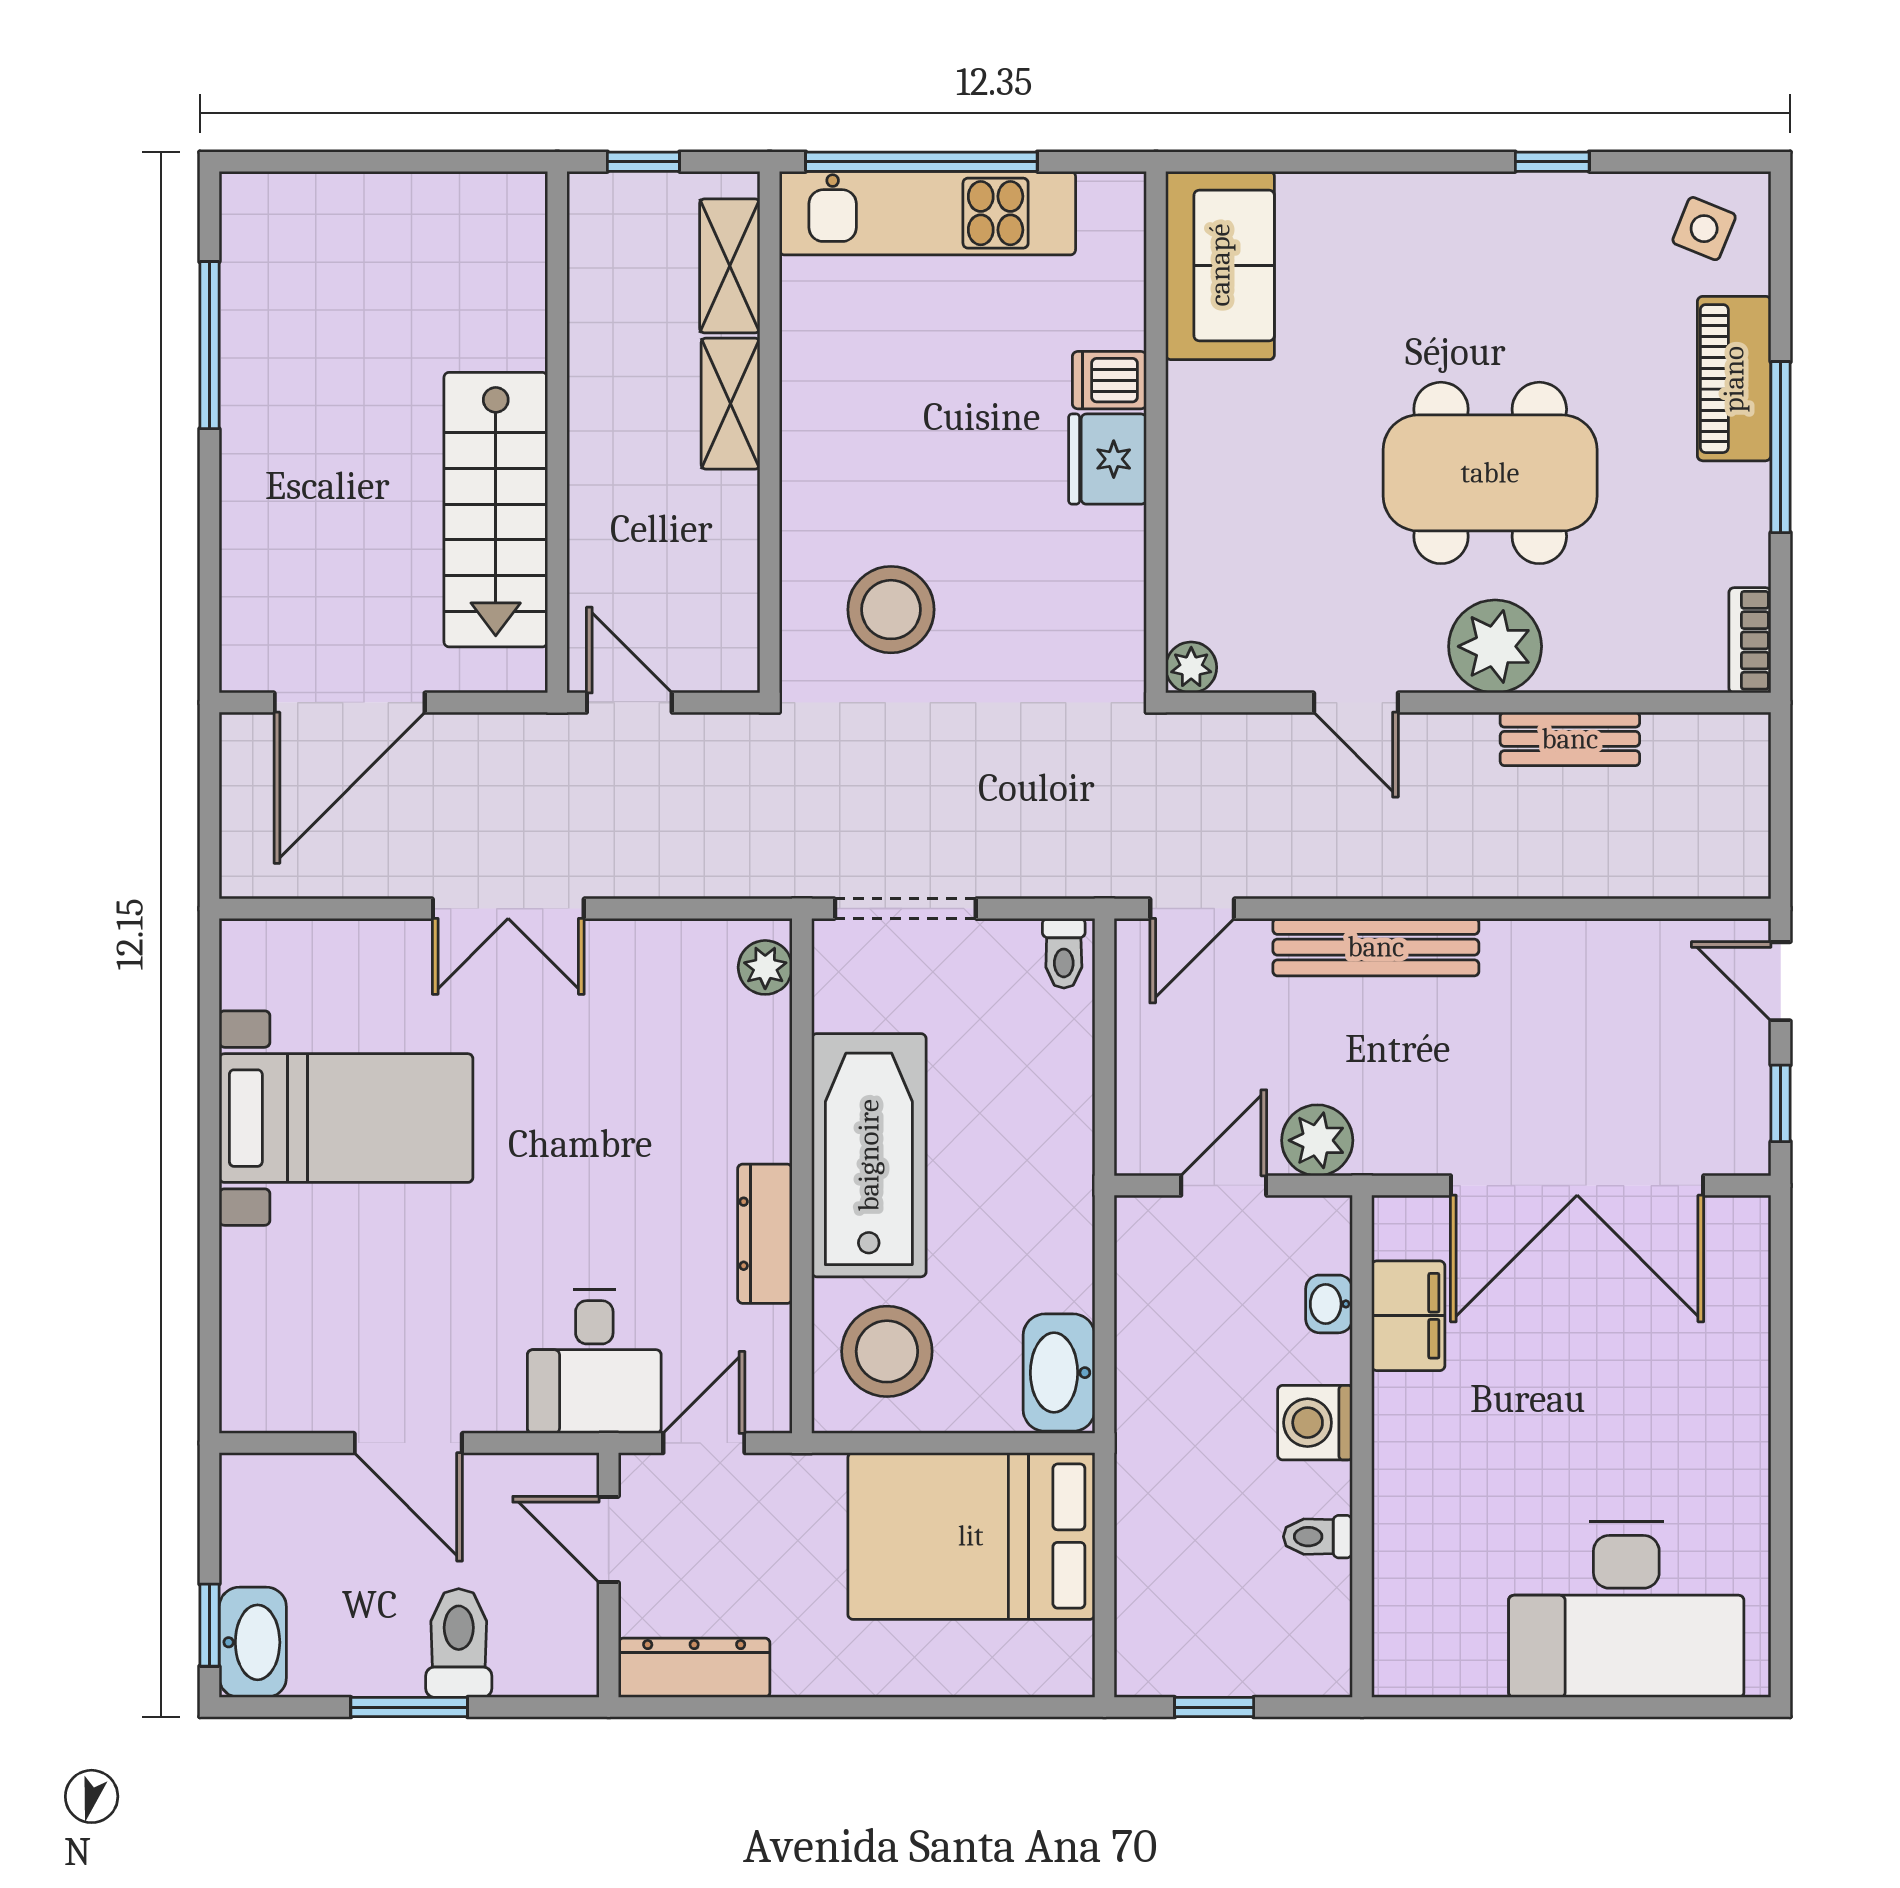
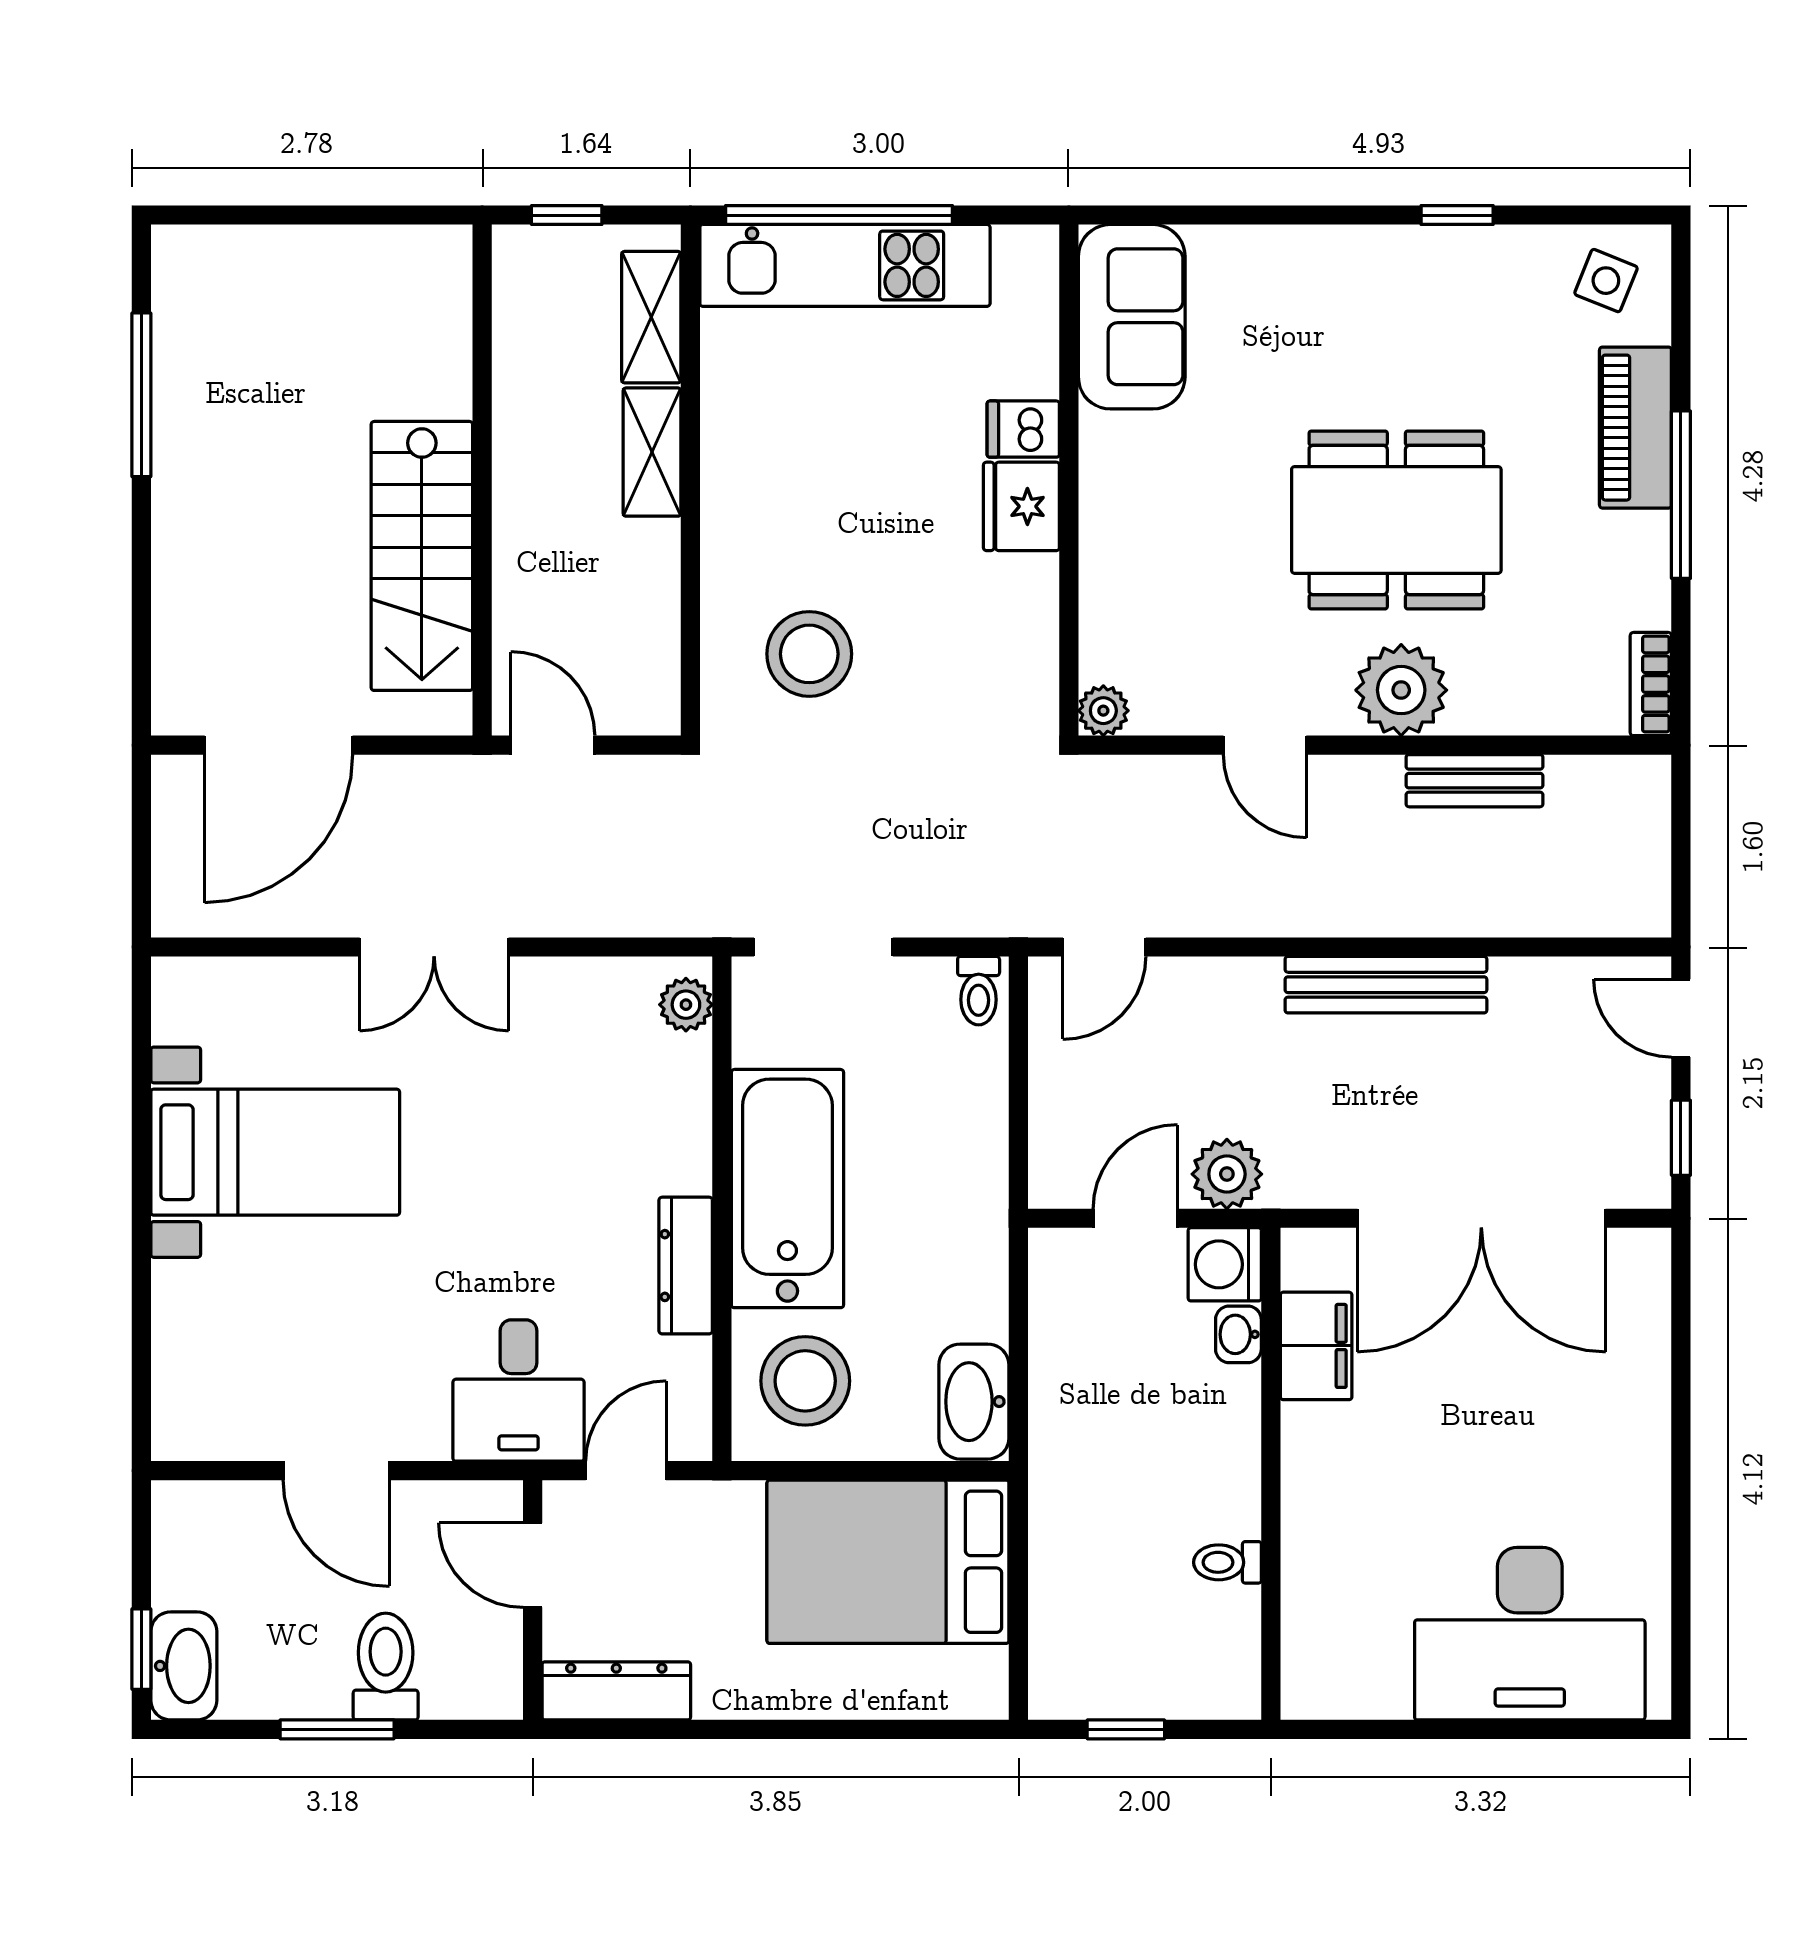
bench: (1376, 947) -> (1386, 985), moved
washing machine: (1315, 1423) -> (1225, 1264), moved

